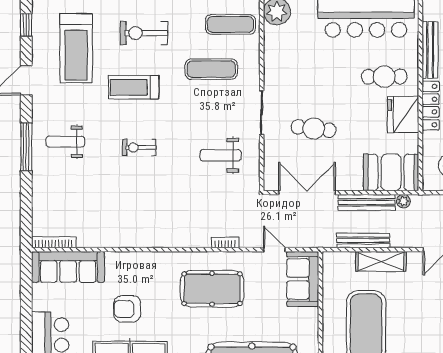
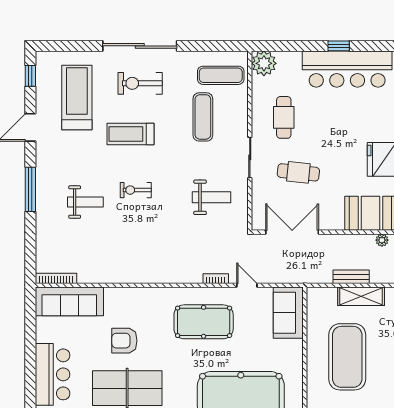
treadmill: (76, 48) -> (77, 97), turned 180
exercise mat: (211, 69) -> (203, 117), turned 90
cafe table: (384, 77) -> (284, 117), moved, turned 90
weight bench: (65, 142) -> (85, 202), moved, turned 180
weight bench: (221, 155) -> (212, 197), turned 180
bench: (367, 202) -> (348, 241), removed
bench: (363, 240) -> (351, 277), width x0.73
door: (274, 250) -> (247, 285), moved

